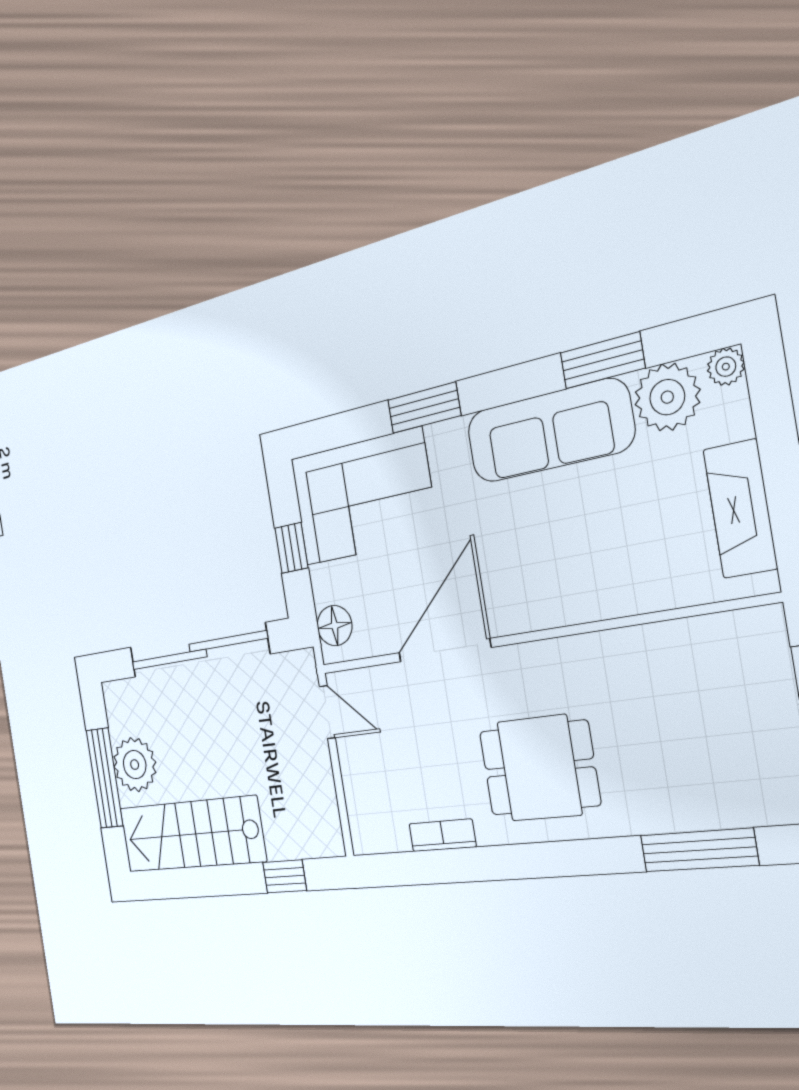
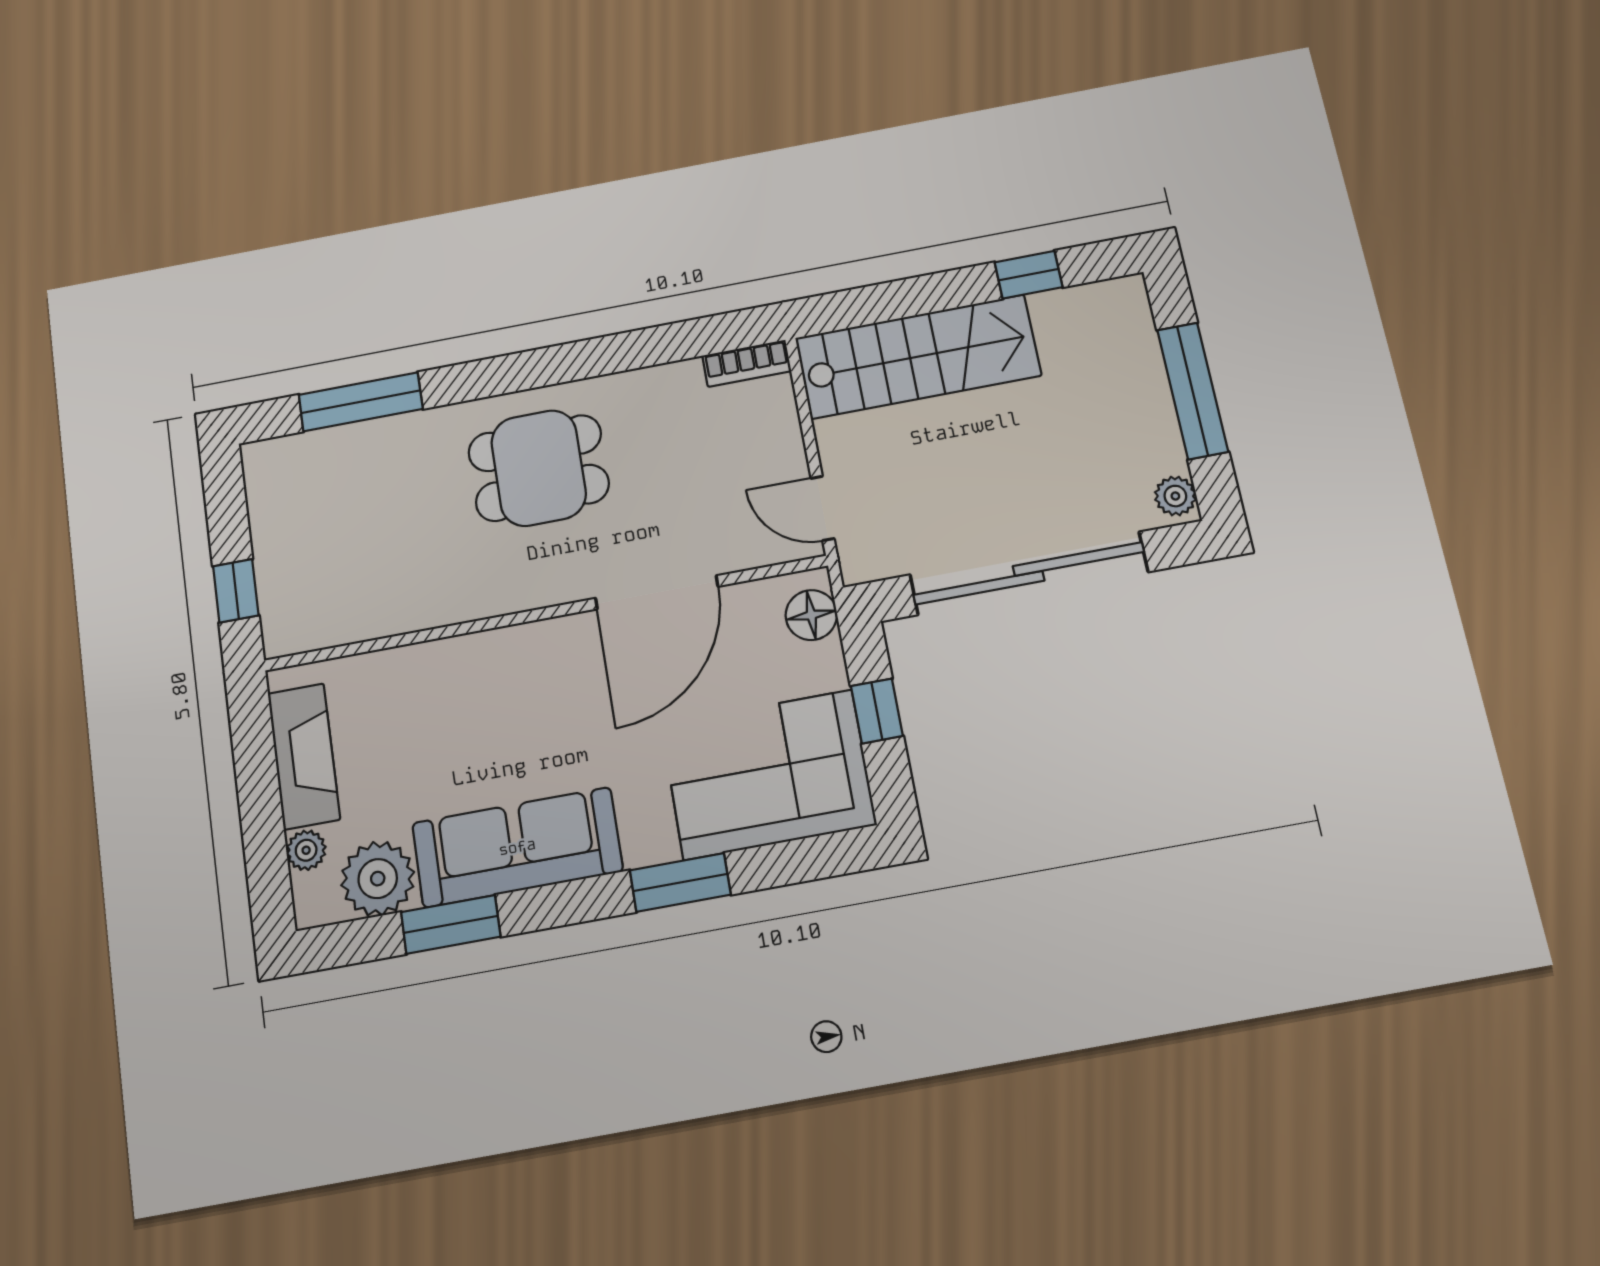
plant: (726, 367) -> (306, 850), moved
plant: (135, 765) -> (1175, 496), moved, width x0.53, depth x0.53
stairs: (191, 834) -> (918, 357), moved
bookcase: (442, 835) -> (747, 363), moved
window: (285, 876) -> (1029, 275), moved

